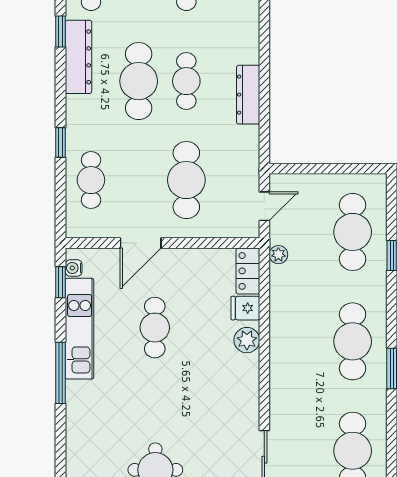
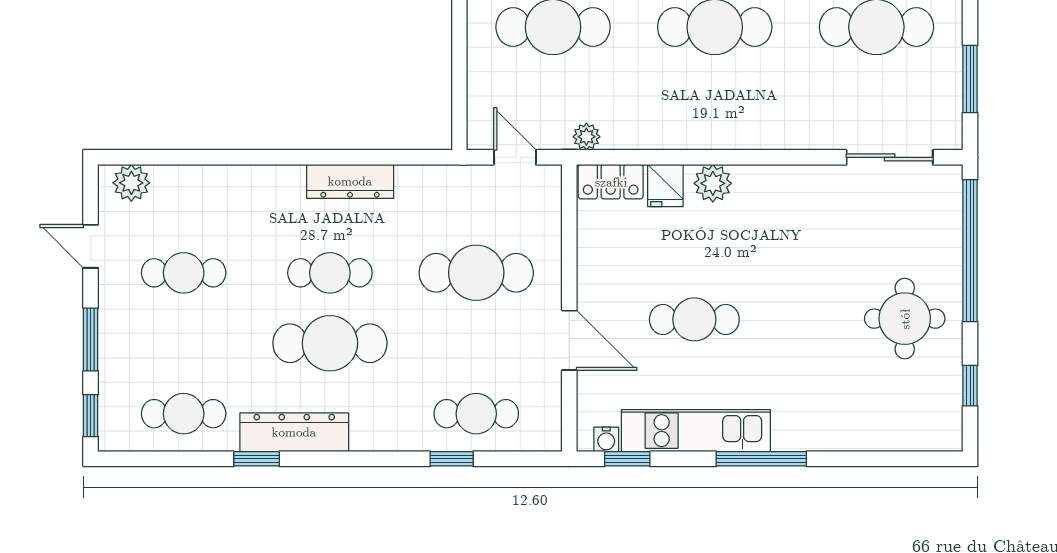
window: (61, 143) -> (452, 459), moved

